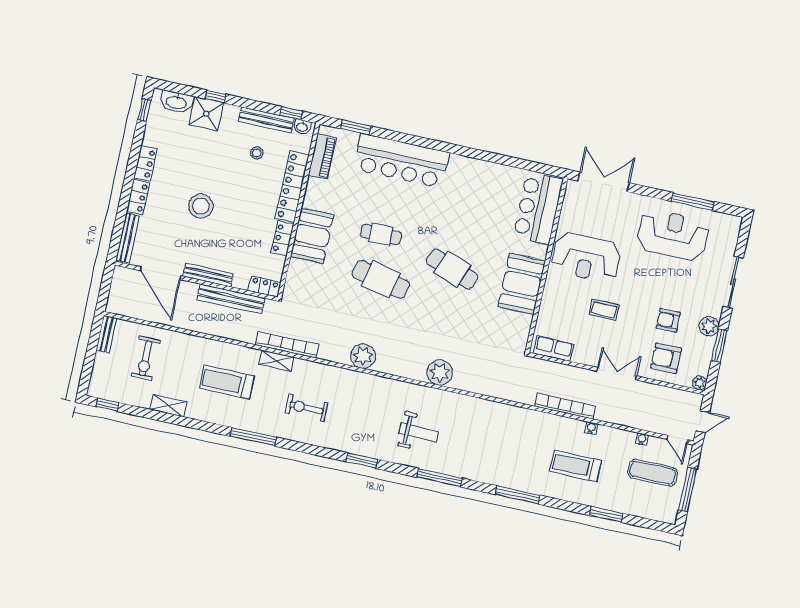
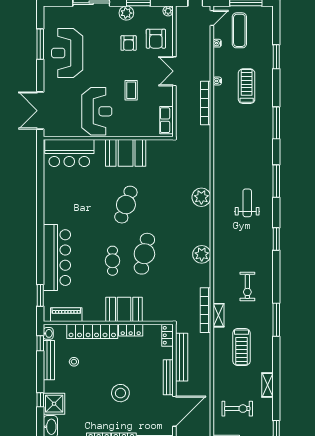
treadmill: (576, 466) -> (247, 86), turned 180

